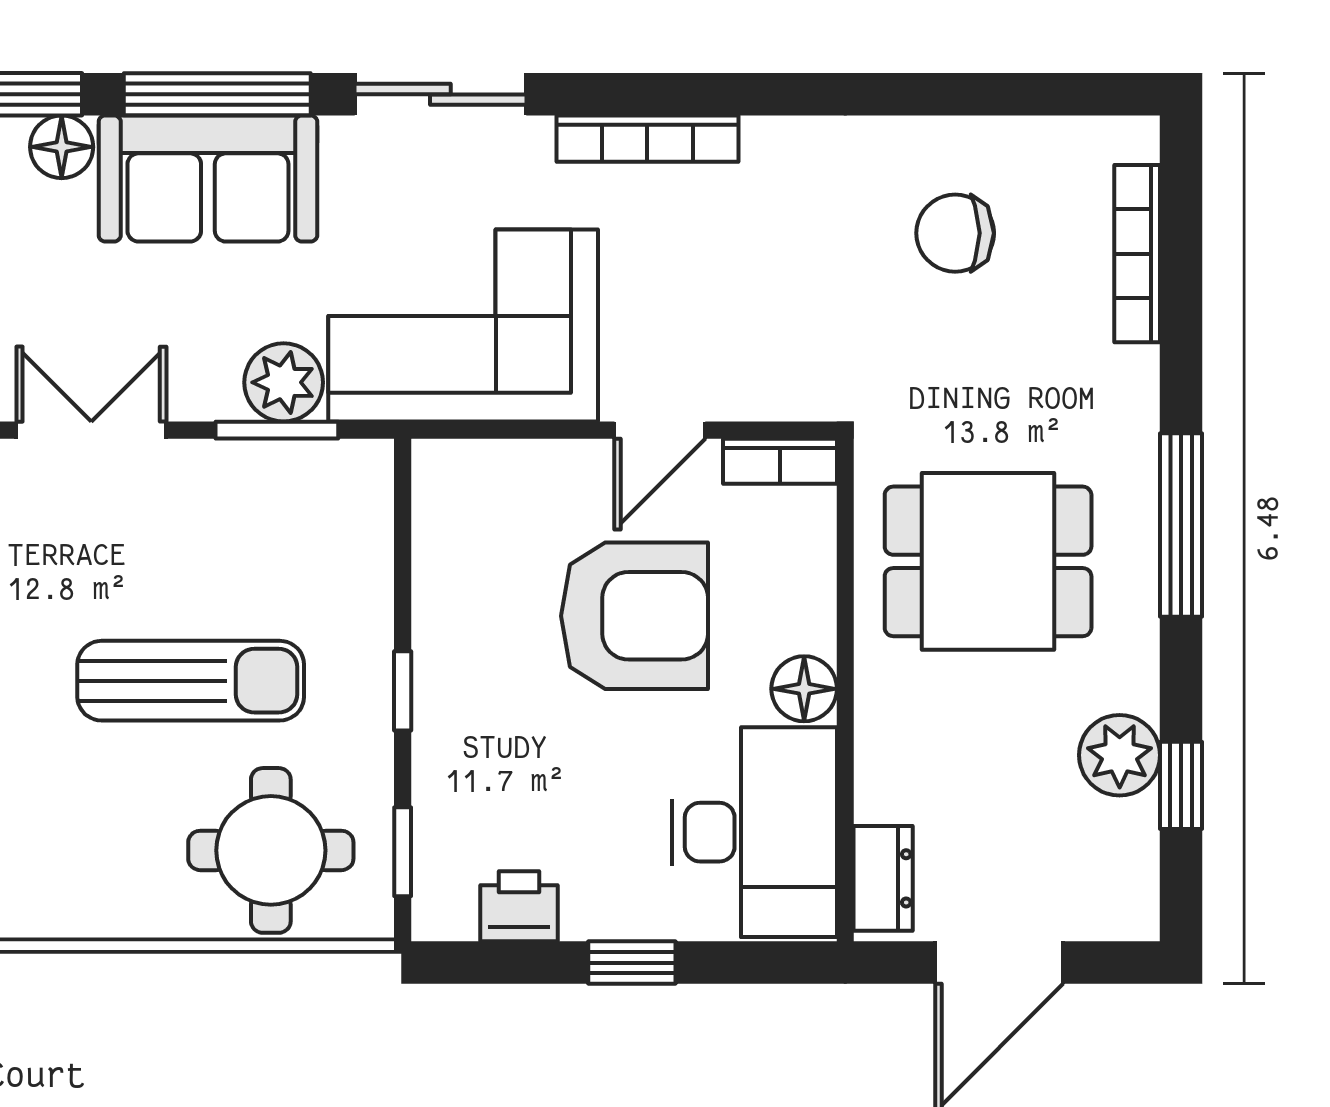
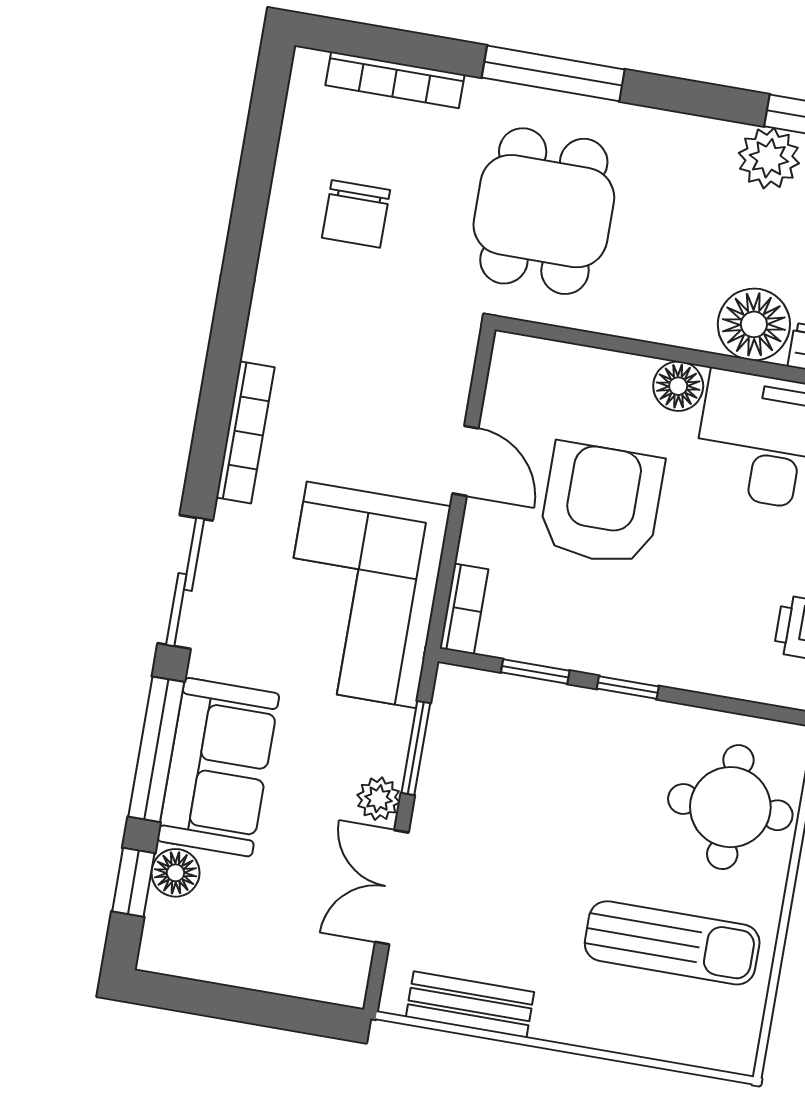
plant: (284, 382) -> (379, 799), moved, width x0.73, depth x0.73
bookcase: (780, 461) -> (464, 609), moved
window: (1181, 525) -> (553, 73), moved
dining table: (988, 561) -> (544, 211), moved
sun lounger: (191, 681) -> (672, 943), moved, turned 90
floor lamp: (901, 773) -> (754, 324), added
window: (403, 852) -> (535, 672), moved

